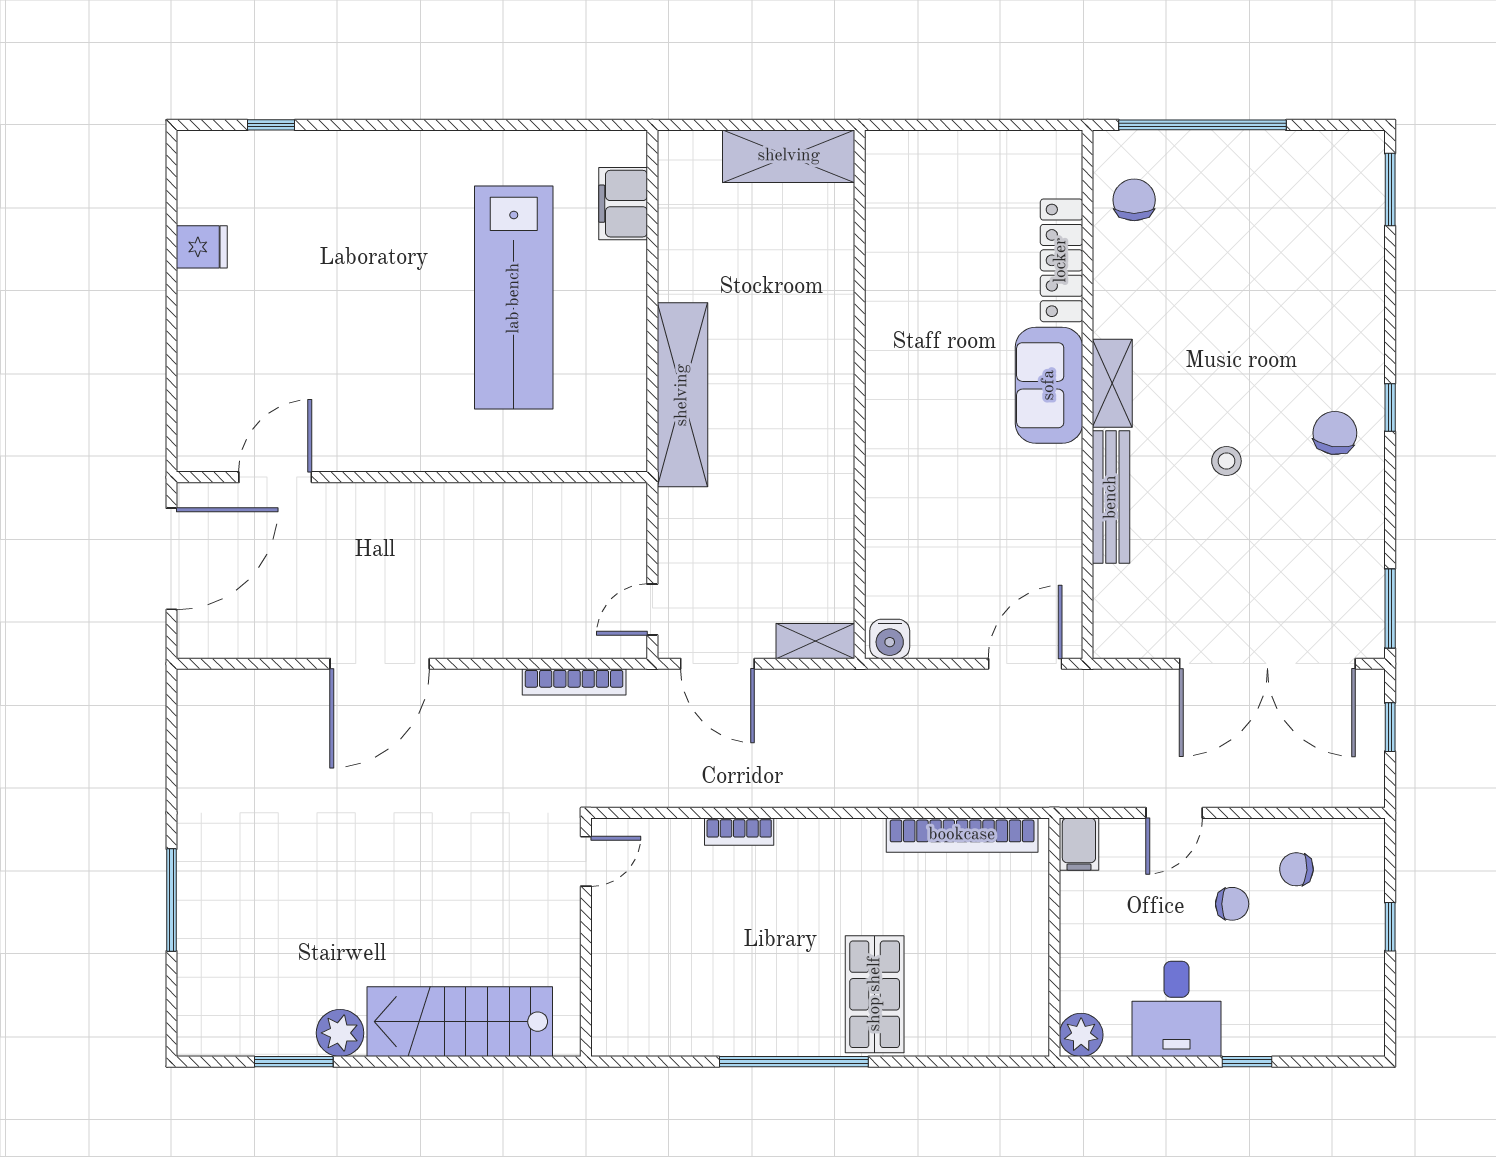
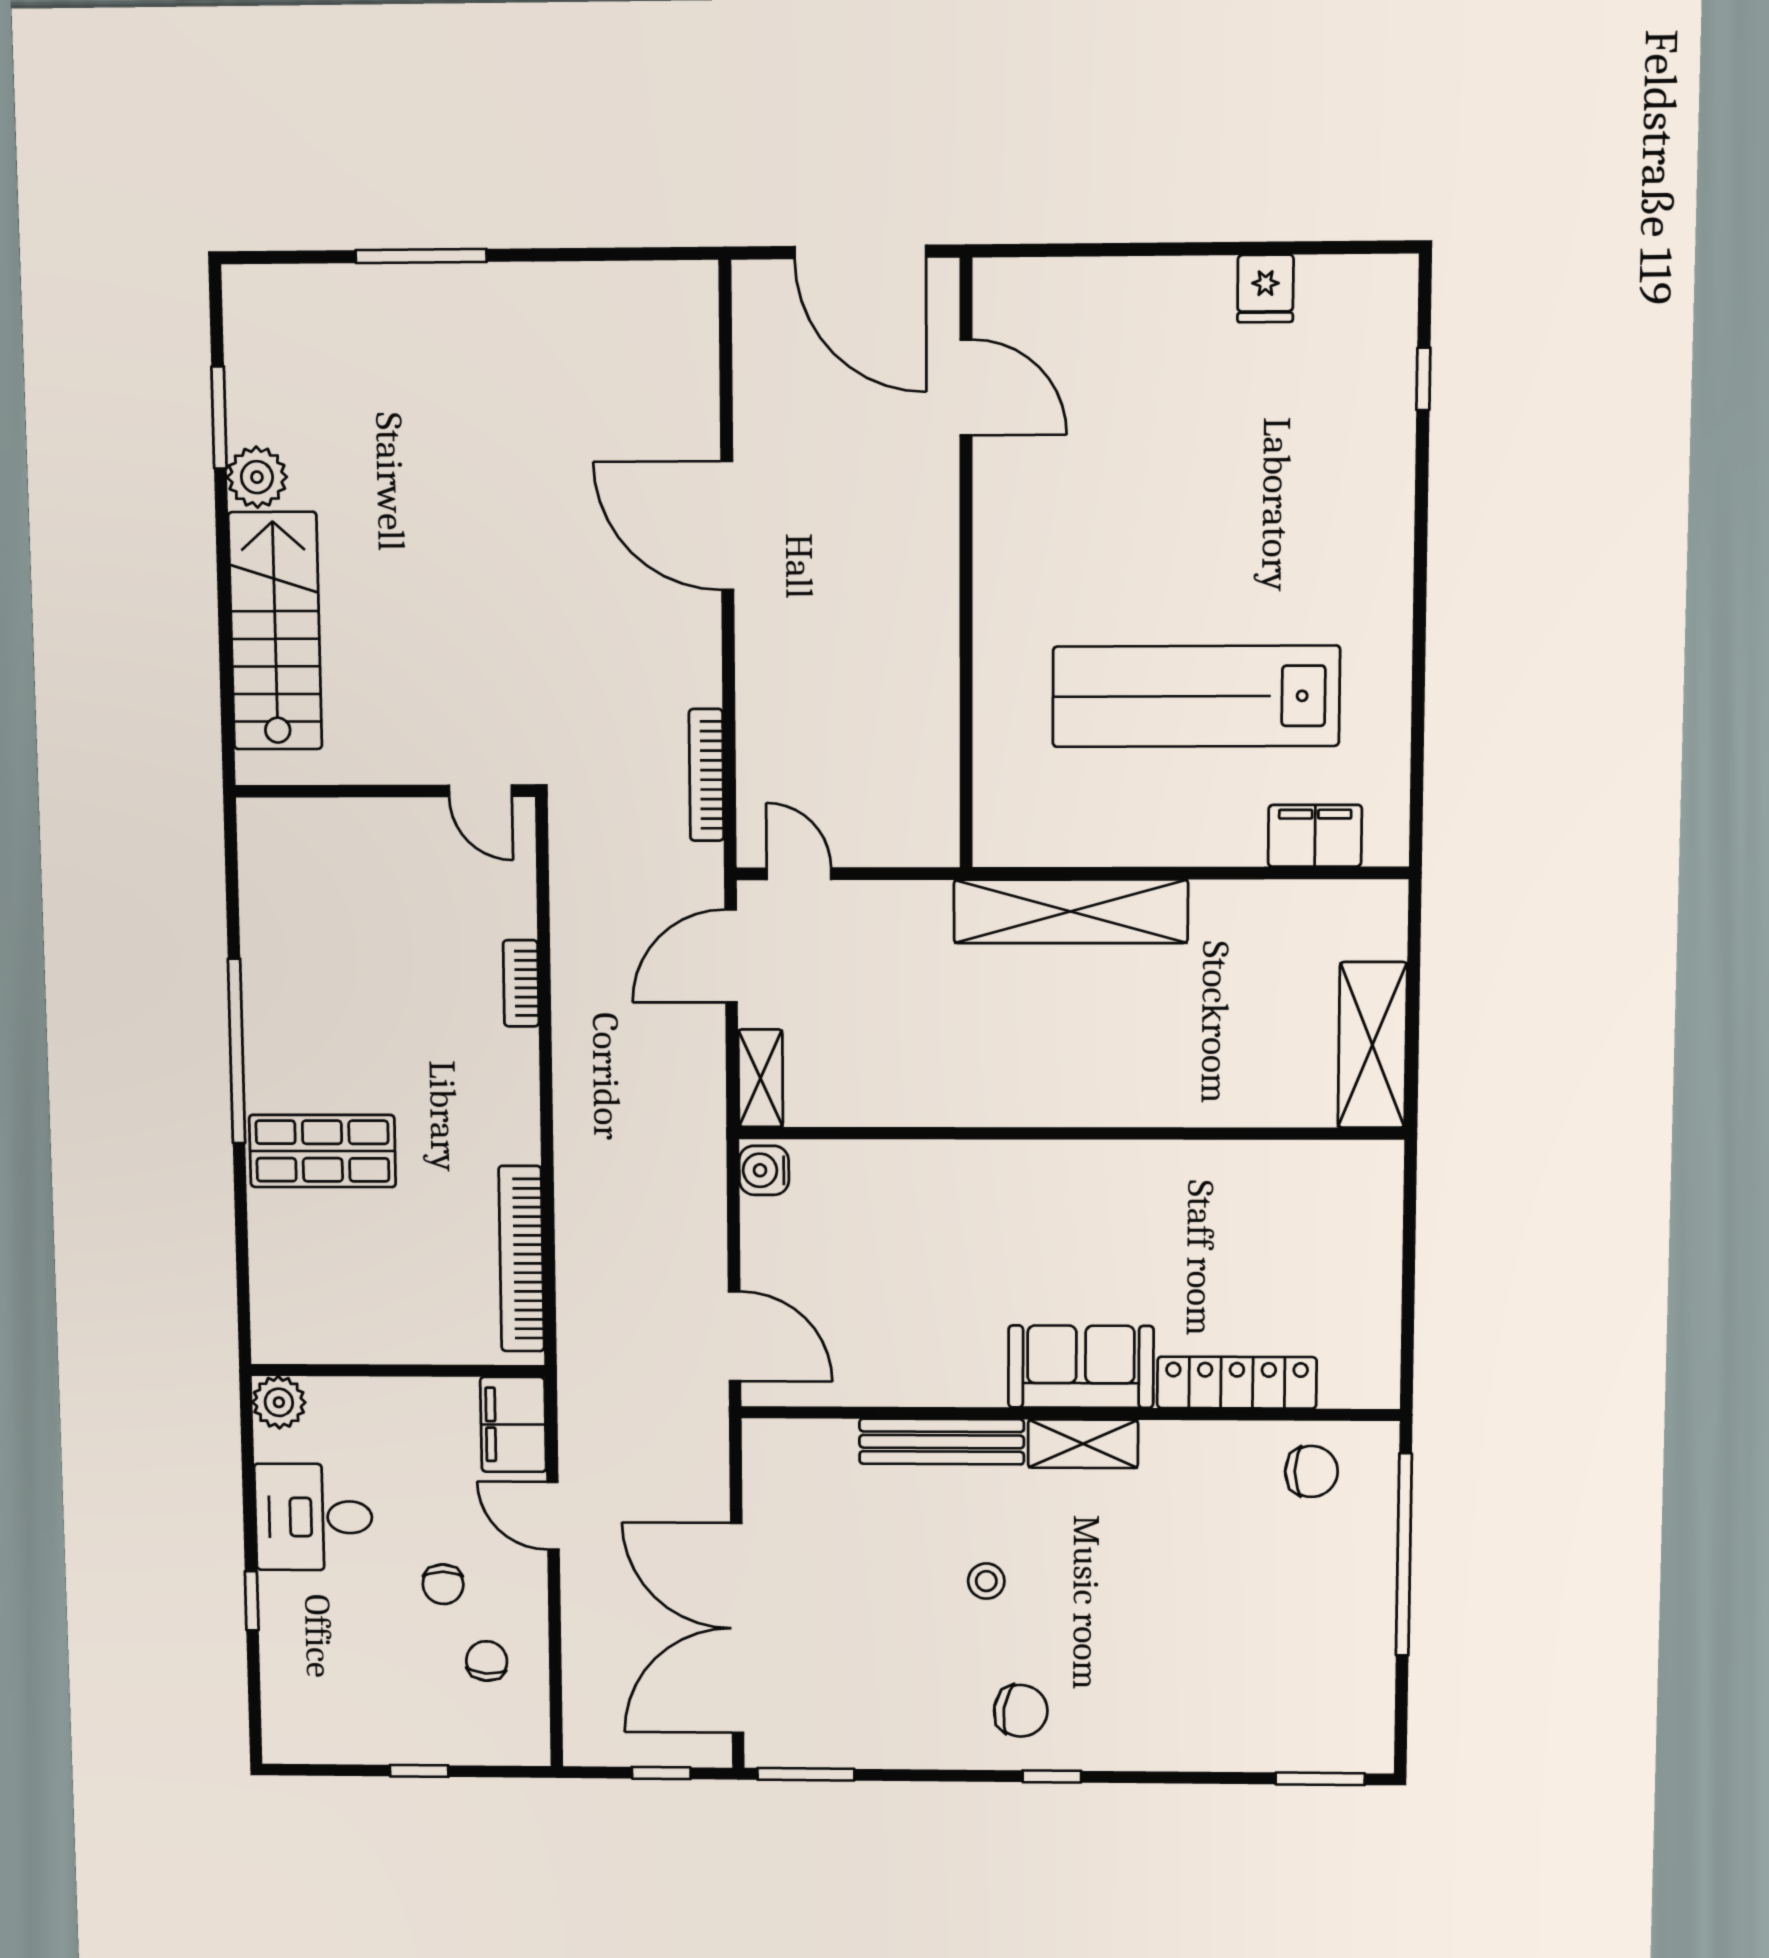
filing cabinet: (1079, 844) -> (513, 1424), width x2.00

